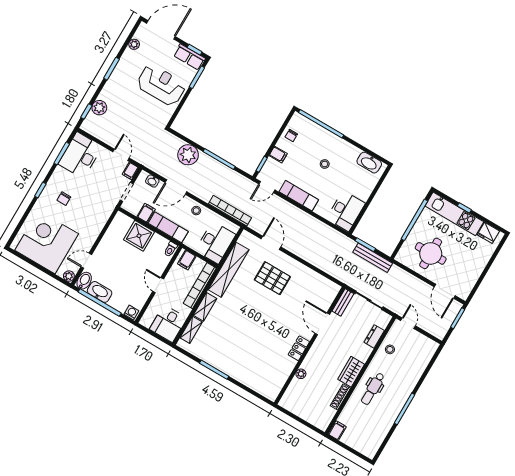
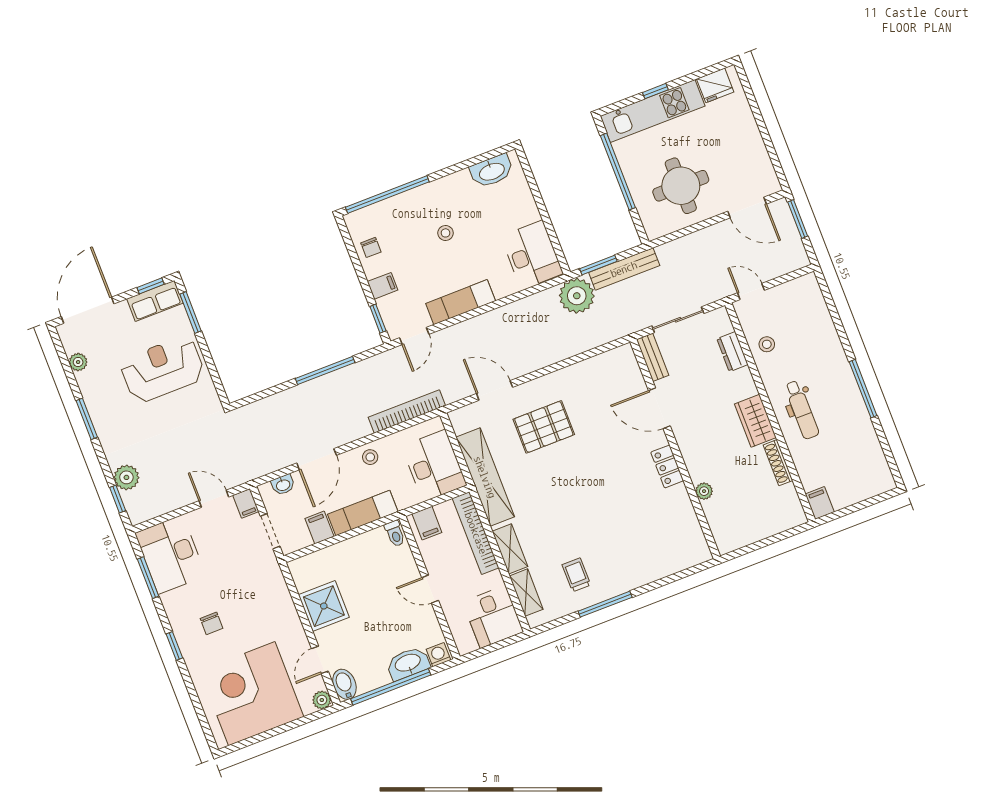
plant: (188, 155) -> (577, 296), moved
shower: (139, 236) -> (324, 606), moved
washbasin: (100, 292) -> (408, 663), moved
trolley: (217, 346) -> (576, 575), added

